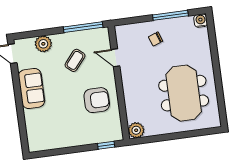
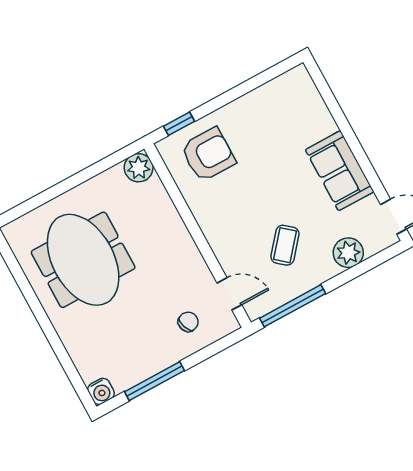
chair: (156, 39) -> (188, 322), moved
door: (115, 58) -> (229, 294), moved
armchair: (97, 100) -> (208, 155), moved, turned 180

